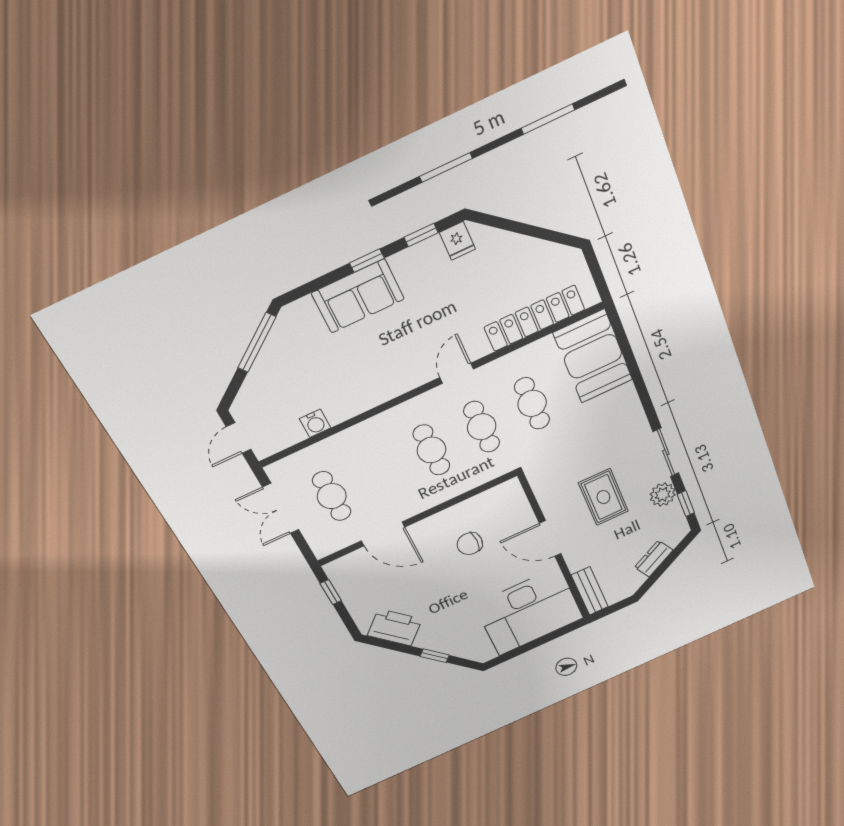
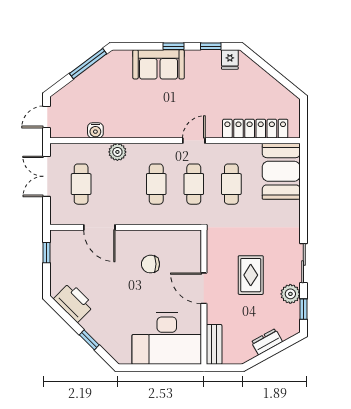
plant: (359, 436) -> (117, 152), added

